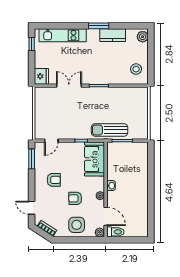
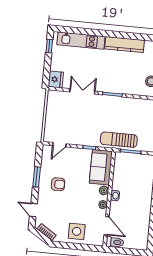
window: (99, 26) -> (118, 35), removed
kitchen counter: (113, 35) -> (125, 45), width x1.50
window: (32, 159) -> (37, 177), moved
armchair: (75, 198) -> (78, 205), removed
plant: (100, 232) -> (104, 190), moved

